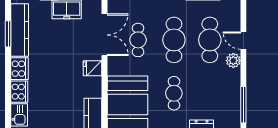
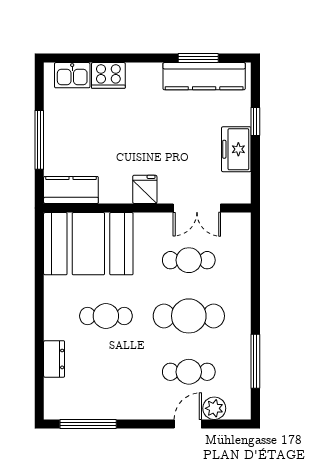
double door: (104, 35) -> (197, 208), width x0.73
cafe table: (210, 40) -> (189, 372), width x0.73, depth x0.74
plant: (233, 61) -> (214, 408), moved
cooker: (19, 69) -> (144, 76), removed

